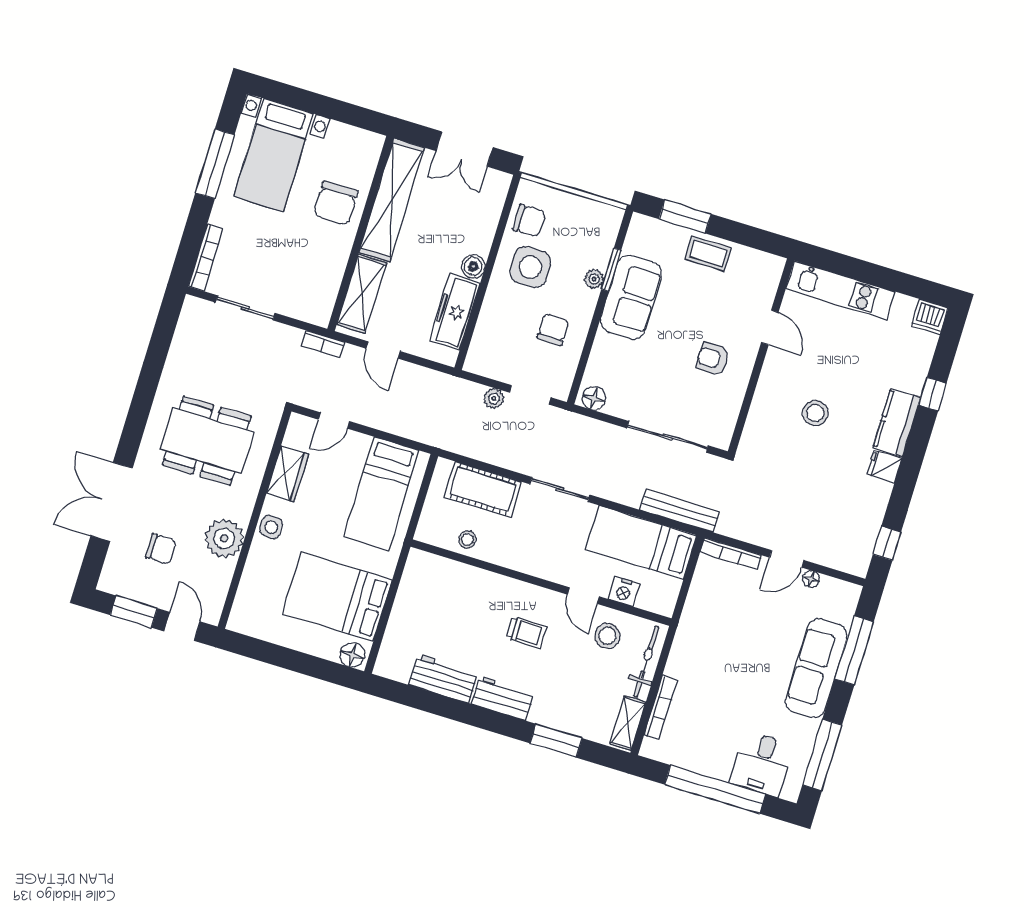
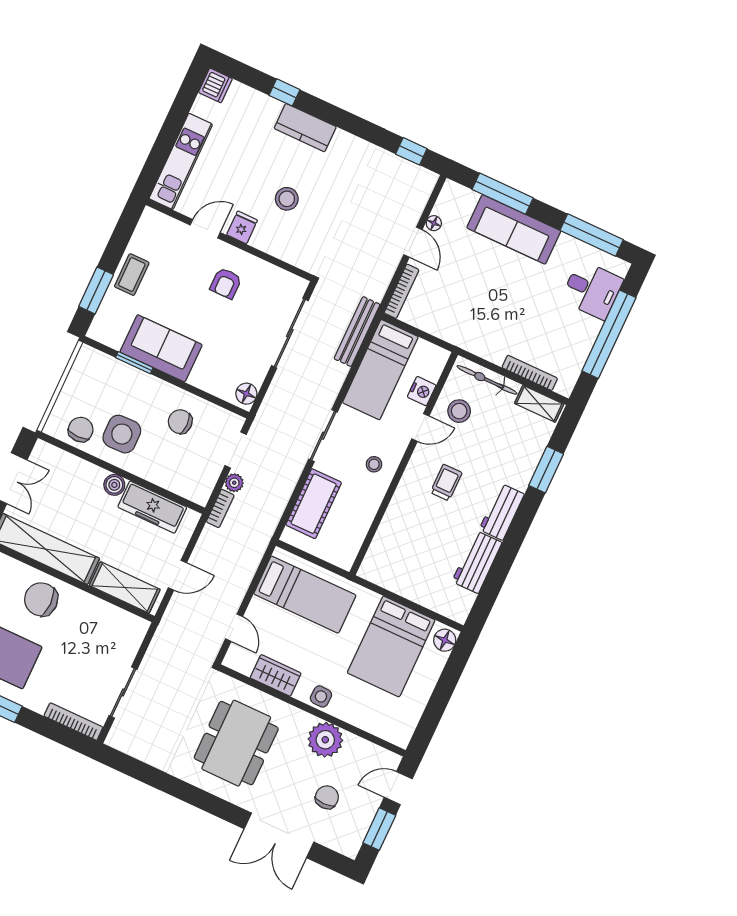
chair: (336, 203) -> (41, 599), turned 180
plant: (594, 279) -> (140, 379), removed
bookcase: (323, 344) -> (220, 508), moved
fridge: (884, 466) -> (242, 227), moved, turned 180
stool: (467, 539) -> (374, 464), moved

